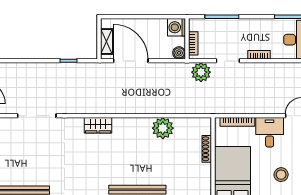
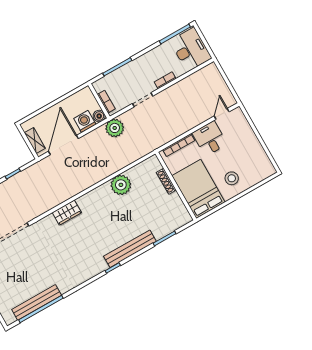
washing machine: (176, 27) -> (85, 121), moved, turned 90
door: (131, 61) -> (63, 145), hinge flipped
plant: (201, 72) -> (115, 128), moved
stool: (281, 175) -> (232, 178), moved

